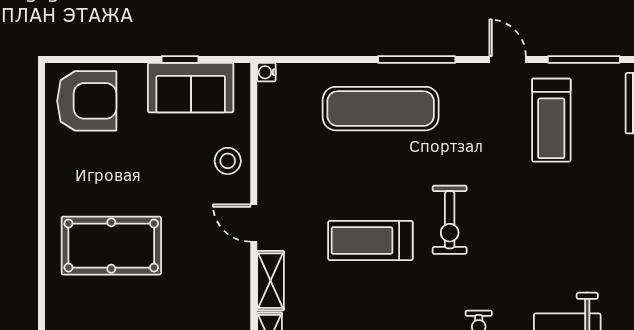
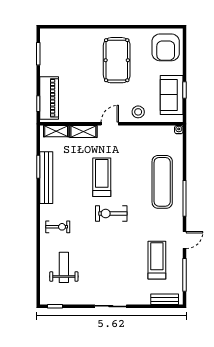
treadmill: (551, 120) -> (157, 260), turned 90
pool table: (111, 246) -> (117, 60), moved

